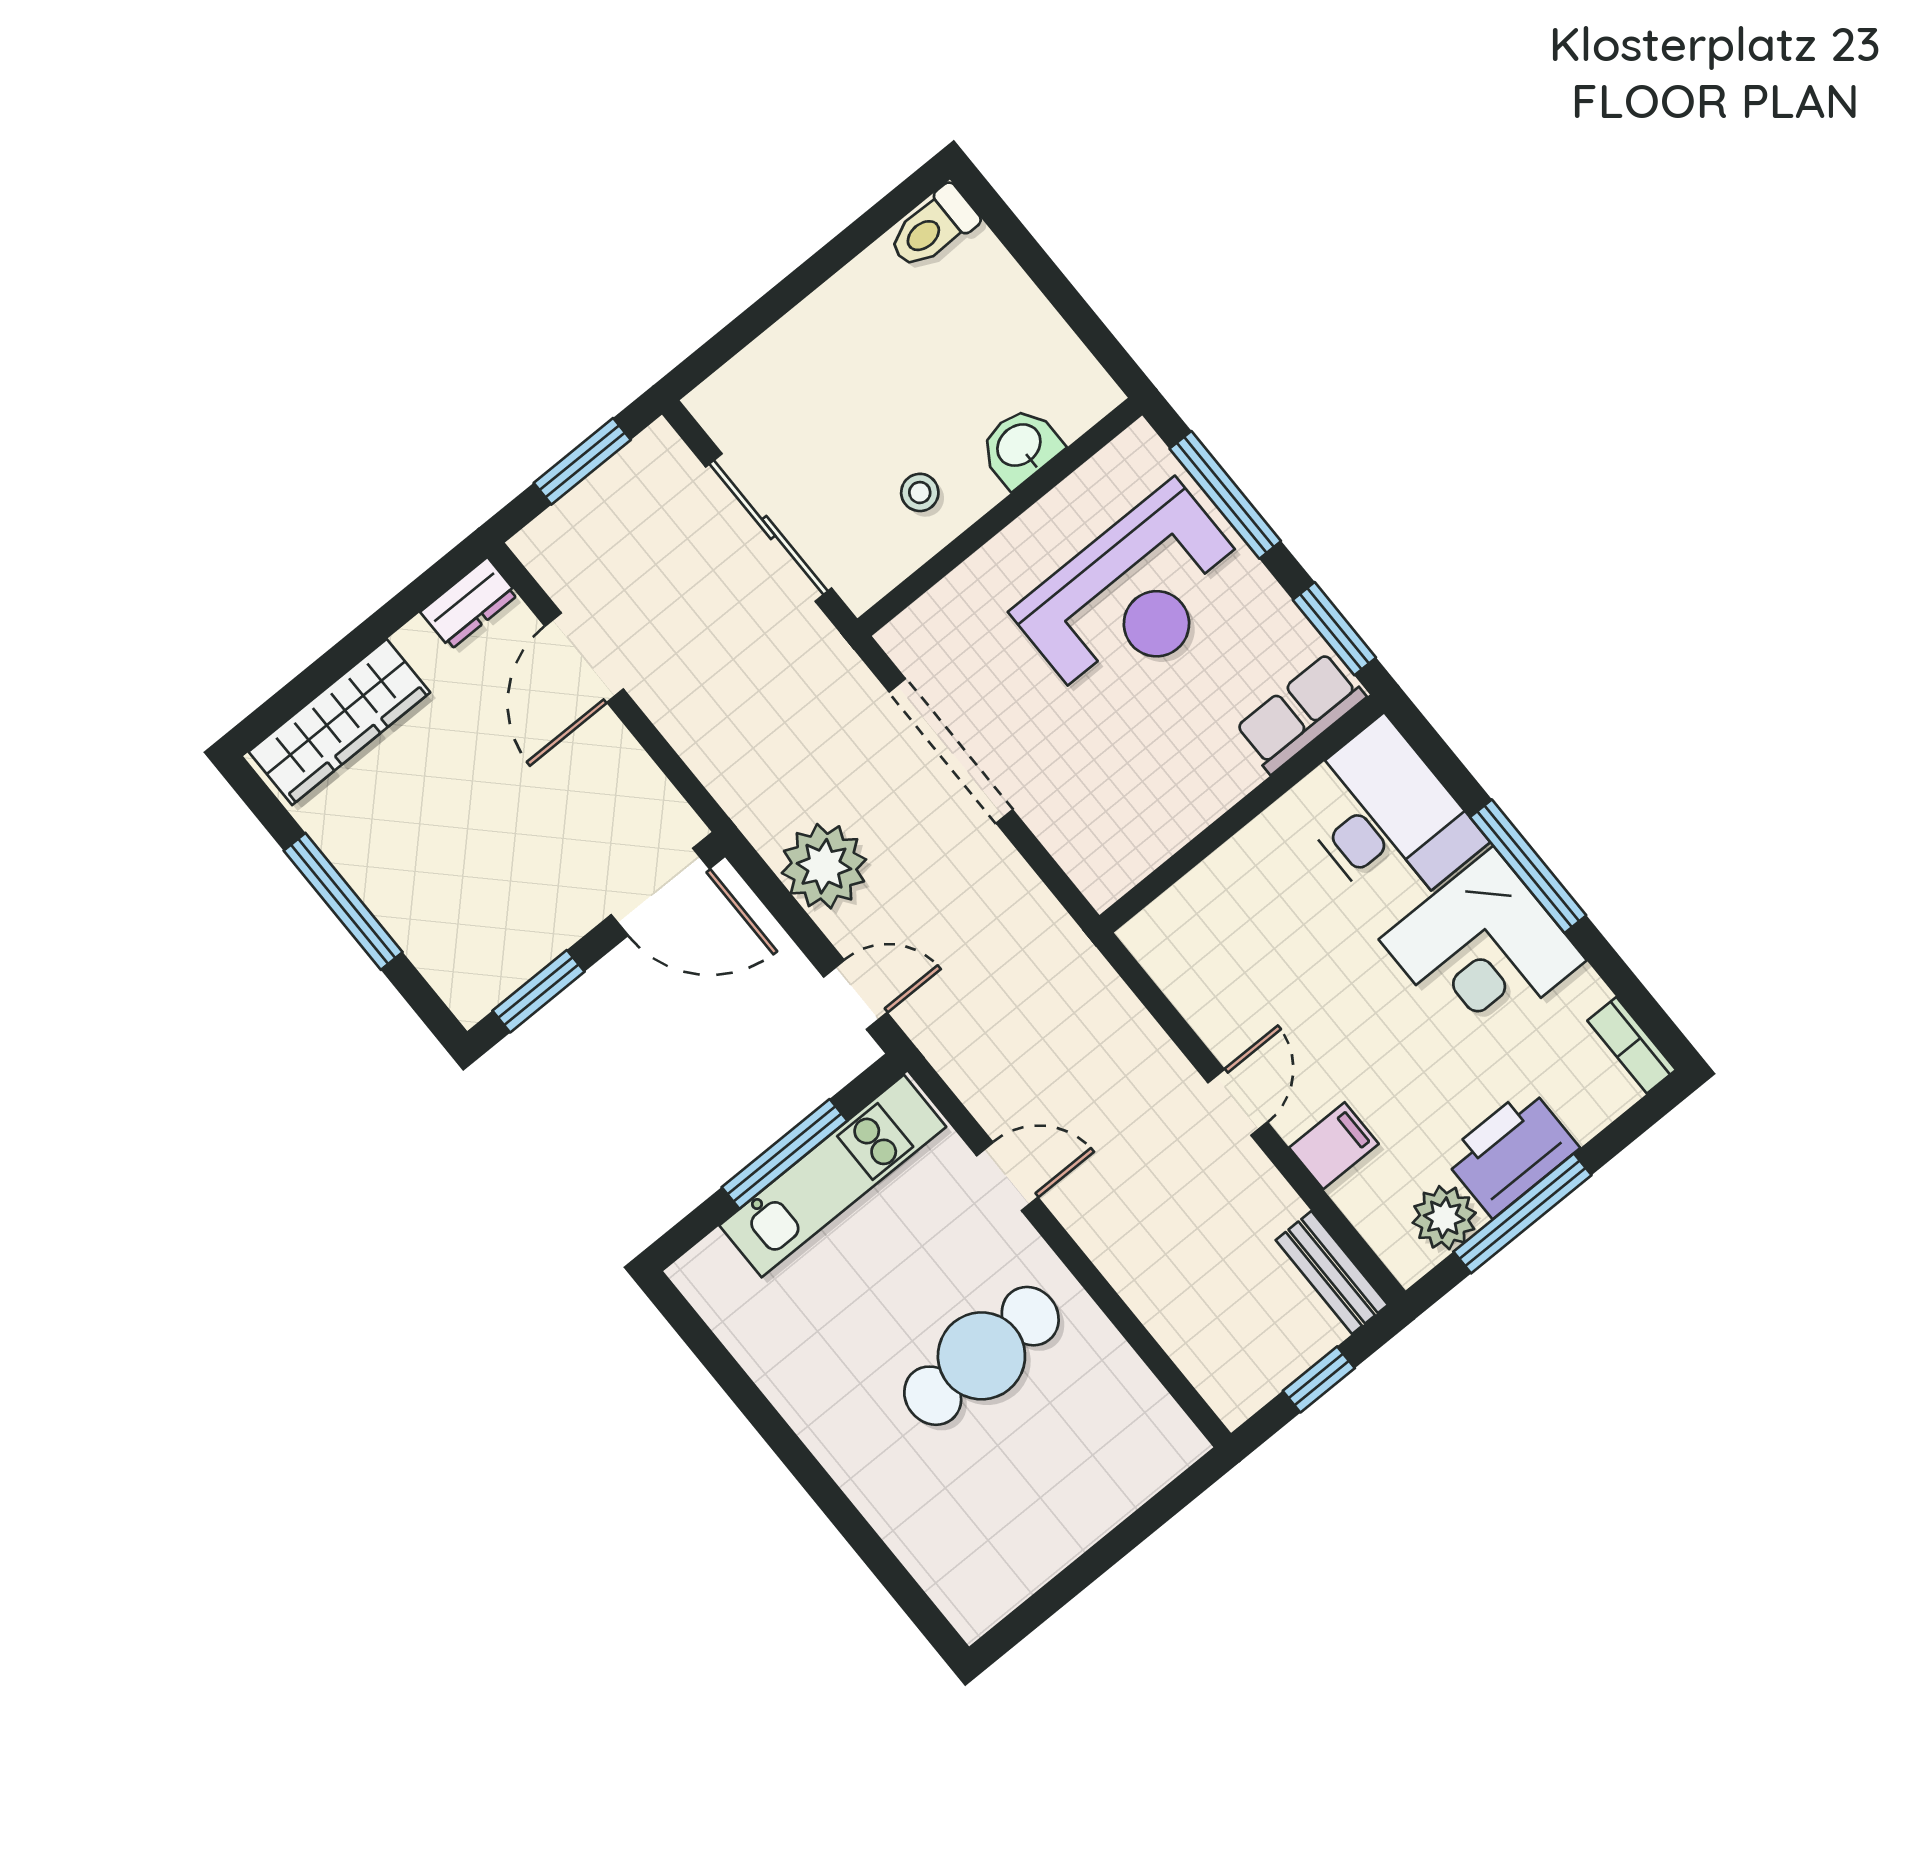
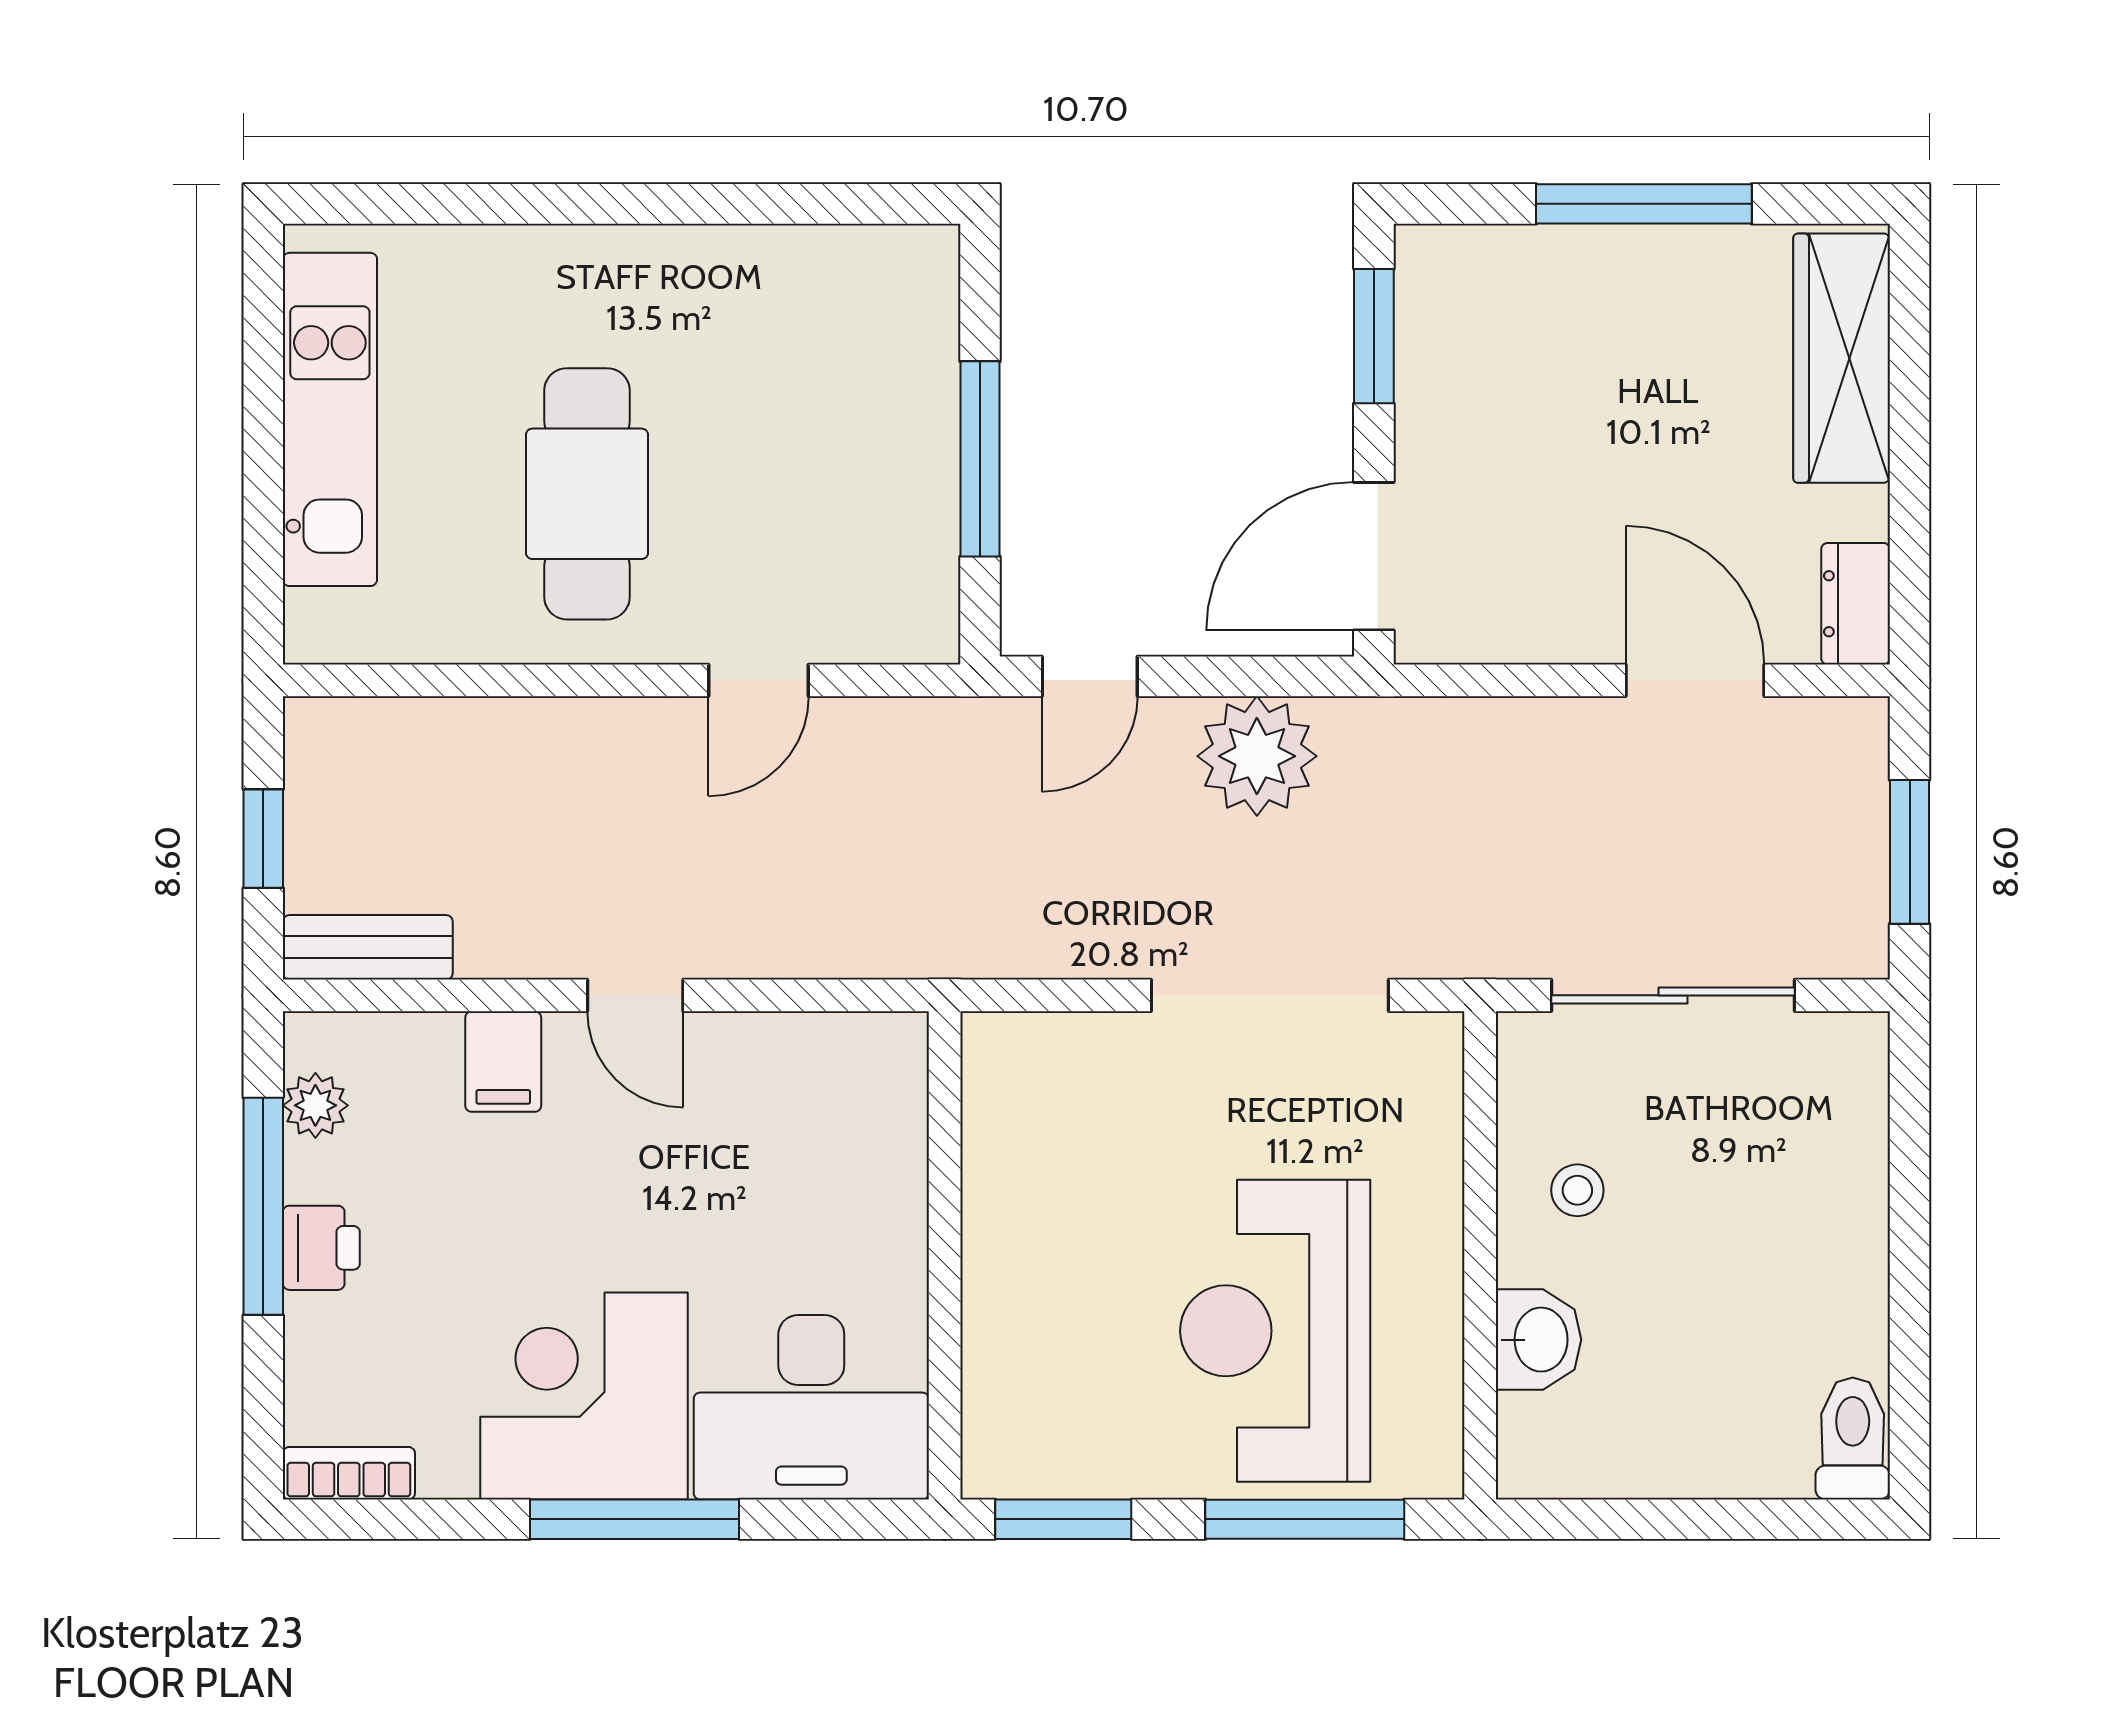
row of seats: (1300, 713) -> (1002, 1407), removed
printer: (1511, 1152) -> (321, 1248), width x0.53, depth x0.68
kitchen unit: (833, 1176) -> (330, 419), moved, turned 180
plant: (1444, 1218) -> (315, 1105), width x0.73, depth x0.73

